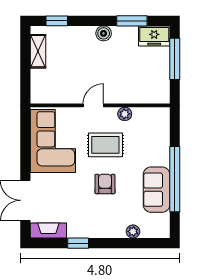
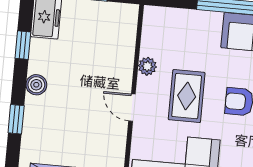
window: (57, 21) -> (16, 119), moved
window: (132, 21) -> (23, 45), width x0.67

